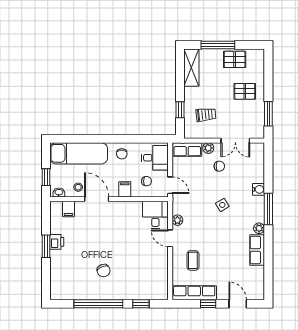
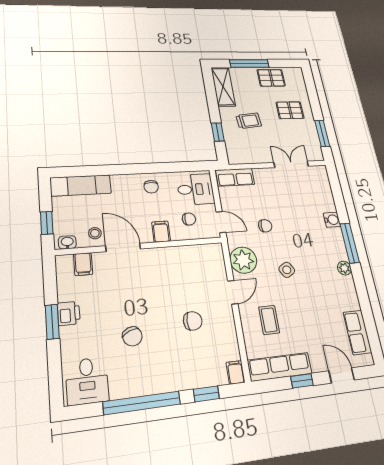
trolley: (206, 115) -> (249, 121), moved
double door: (235, 141) -> (291, 164), swing flipped
plant: (208, 148) -> (261, 174), removed
exam couch: (79, 153) -> (81, 185), width x0.73, depth x0.69
chair: (219, 166) -> (265, 226), moved
side table: (222, 205) -> (287, 270), moved
desk: (155, 215) -> (87, 381), moved, turned 180
plant: (177, 220) -> (243, 260), width x1.87, depth x1.87
door: (170, 238) -> (233, 292), swing flipped
row of seats: (257, 250) -> (357, 332), moved
chair: (139, 255) -> (193, 321), added
chair: (104, 271) -> (132, 336), moved
filing cabinet: (163, 293) -> (236, 372), added

